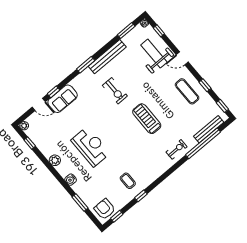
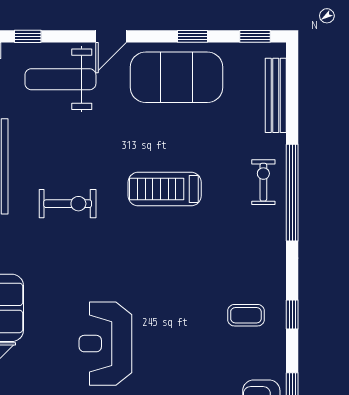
exercise mat: (187, 91) -> (177, 77), width x2.00, depth x1.45
window: (203, 143) -> (292, 193), moved
reception desk: (91, 147) -> (105, 344), moved, turned -90

